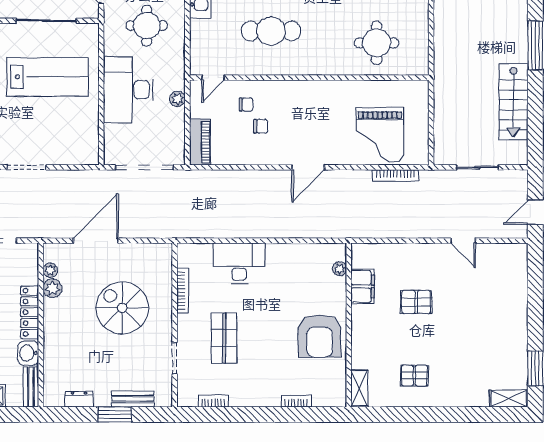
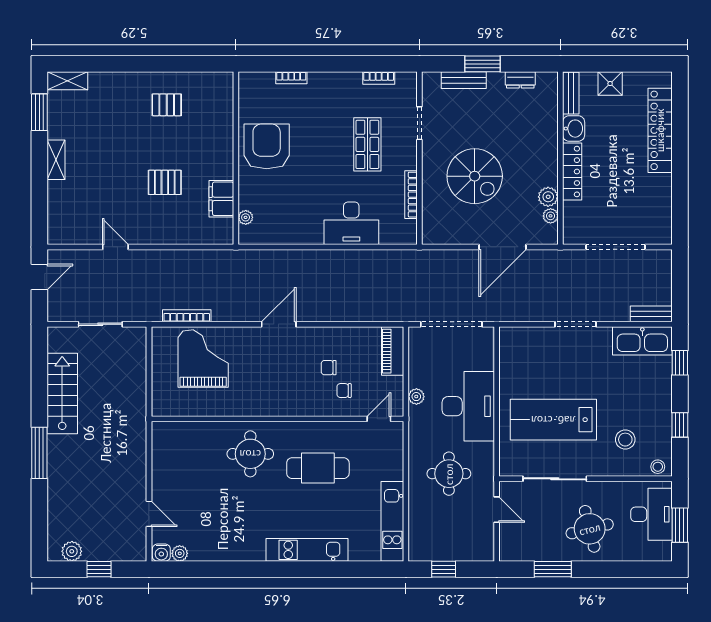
round table: (377, 43) -> (250, 454), moved
shelving: (359, 388) -> (56, 160), moved

